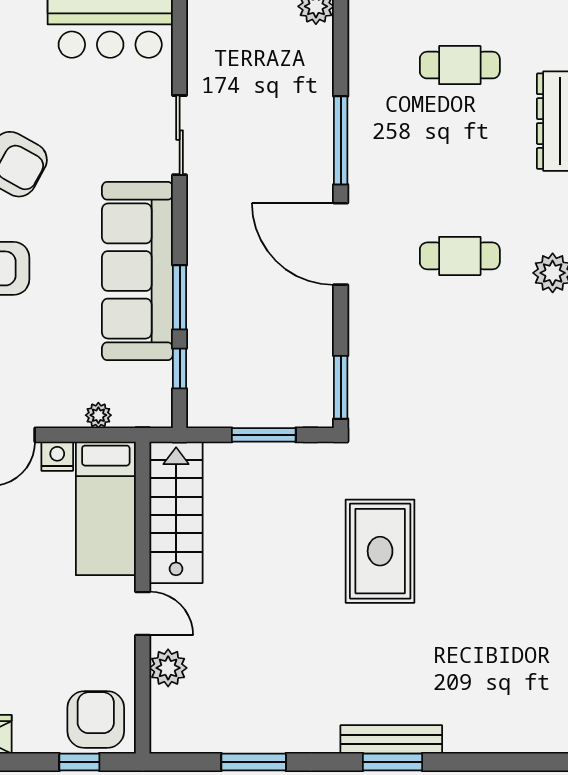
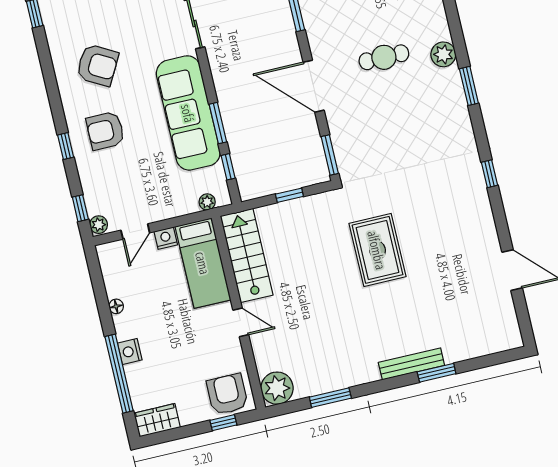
door: (341, 244) -> (314, 86), moved
plant: (98, 415) -> (207, 202), moved
window: (264, 435) -> (289, 195), width x0.67
plant: (168, 668) -> (277, 388), moved, width x1.36, depth x1.36
window: (393, 762) -> (437, 373), moved

